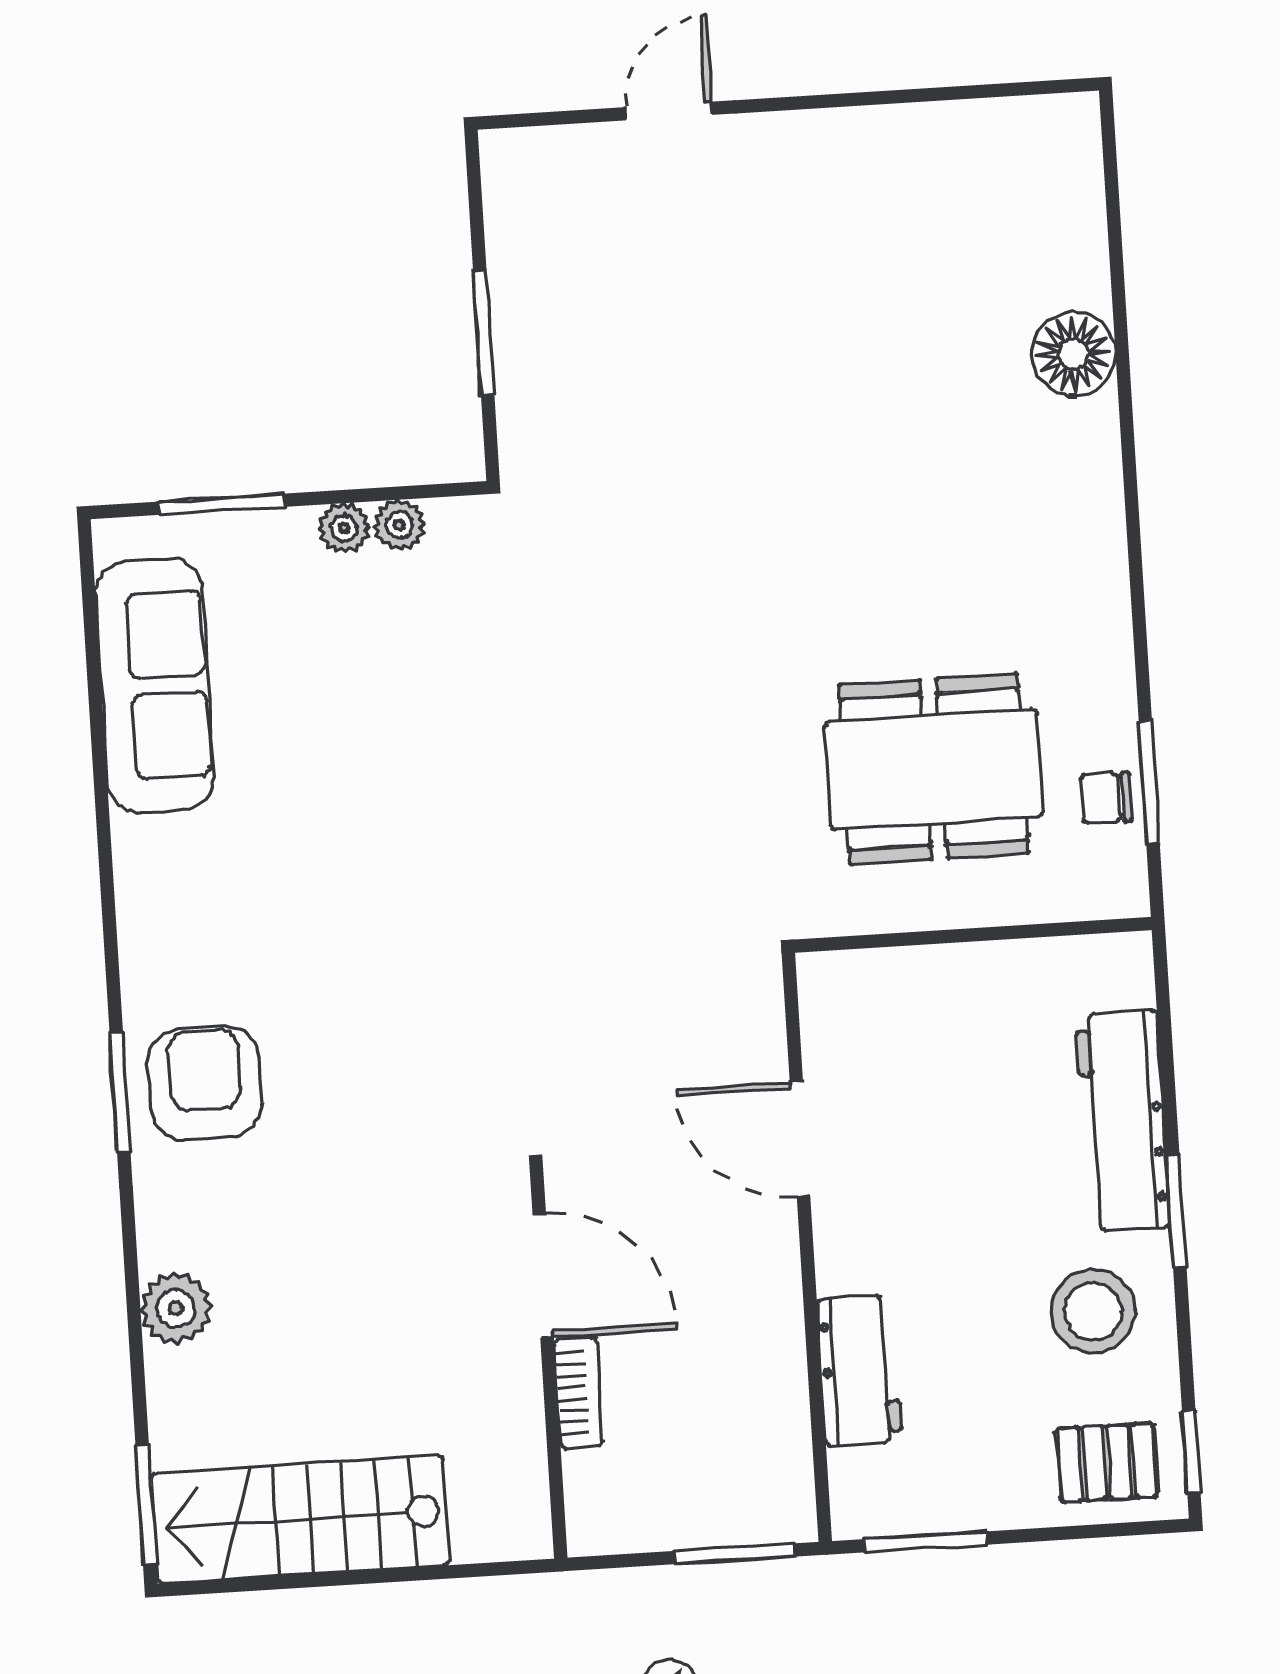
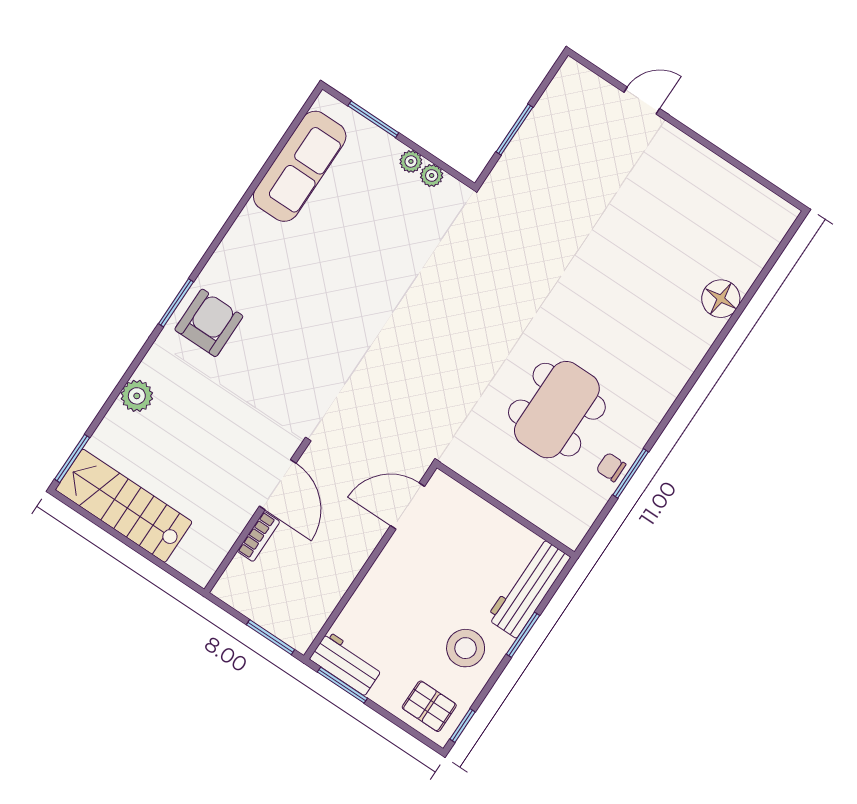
dining table: (934, 769) -> (557, 410), turned 90
wall: (973, 935) -> (506, 510), moved
door: (800, 1139) -> (407, 506), hinge flipped
workbench: (859, 1370) -> (346, 663), moved, turned -90

